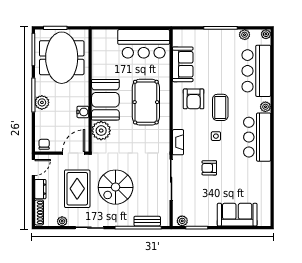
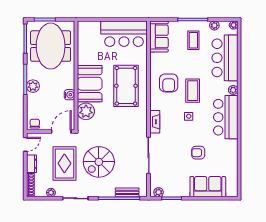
coffee table: (221, 51) -> (193, 40), added
sofa: (183, 64) -> (159, 36), moved
armchair: (209, 168) -> (198, 153), moved

